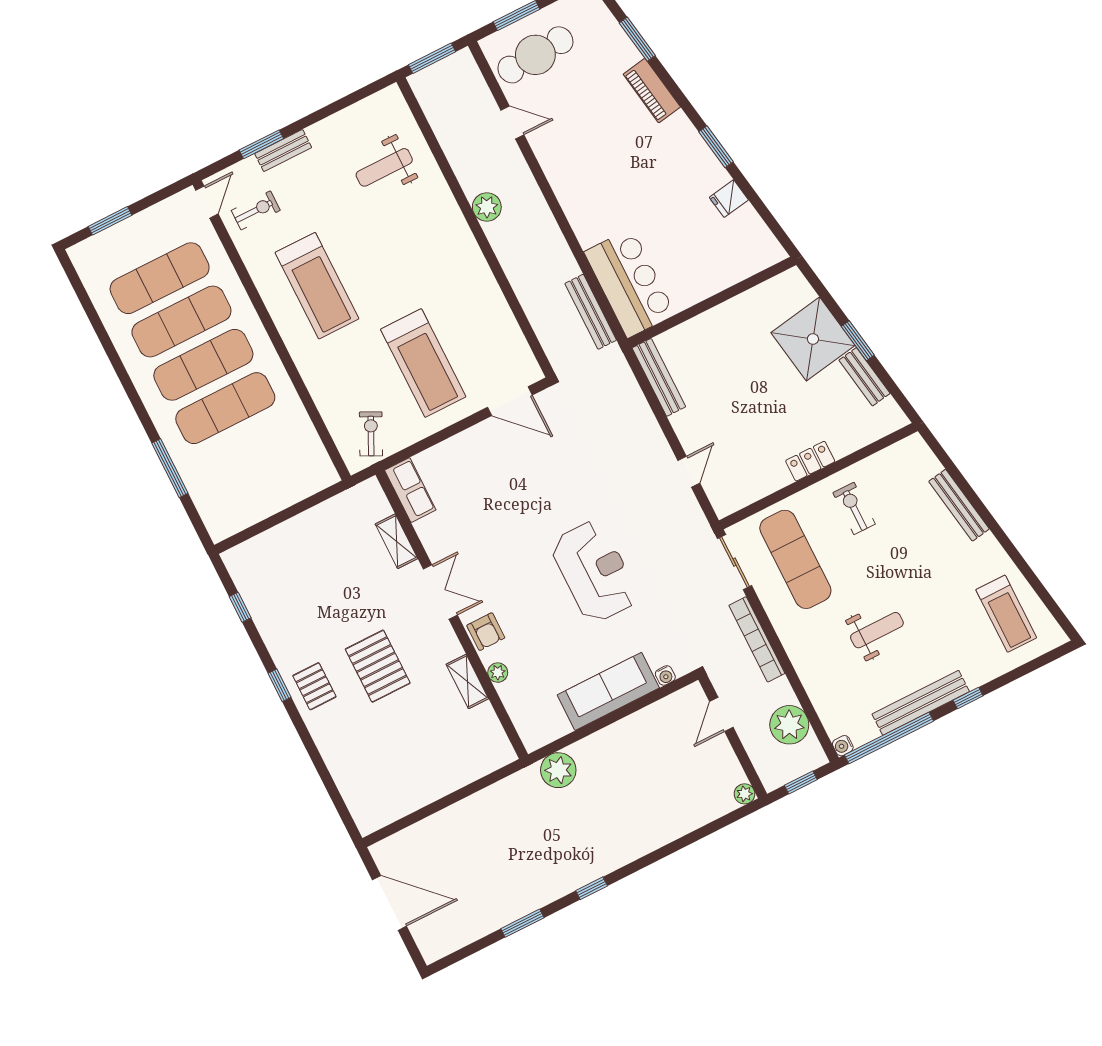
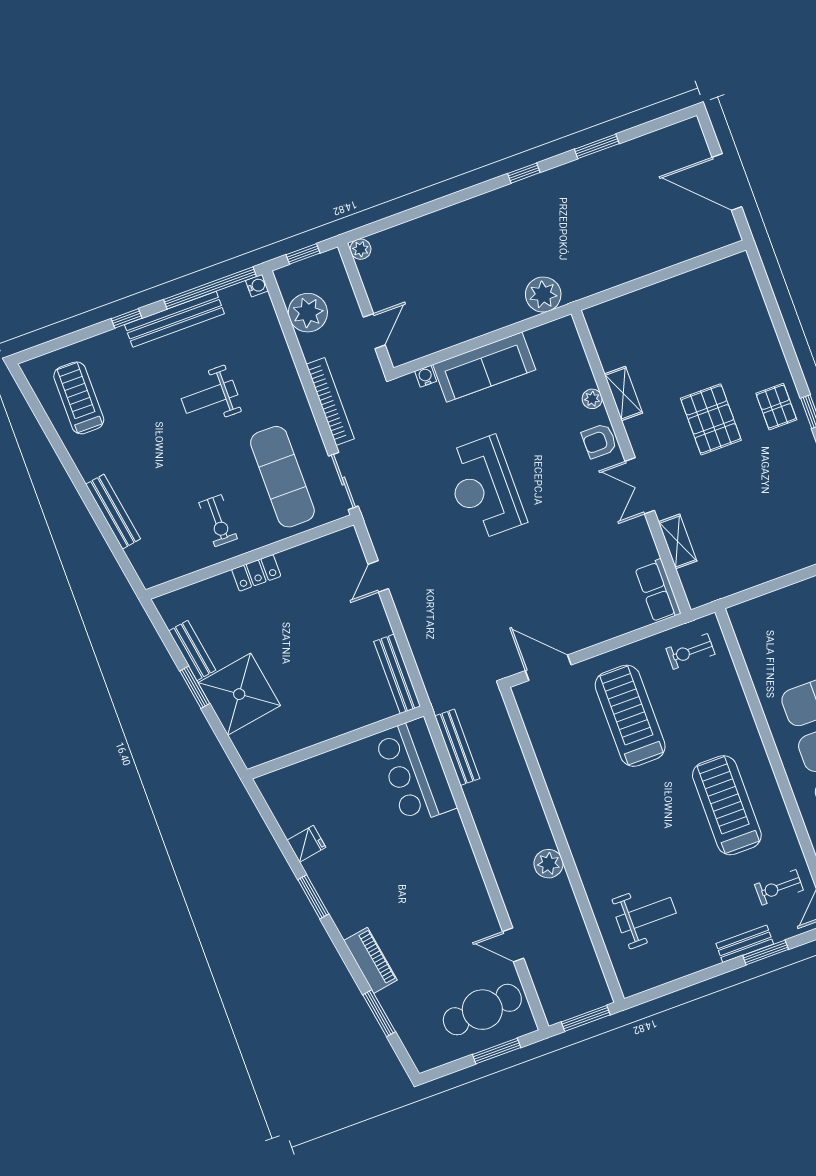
exercise bike: (371, 434) -> (690, 651), turned 64
armchair: (486, 632) -> (599, 441), turned -90

